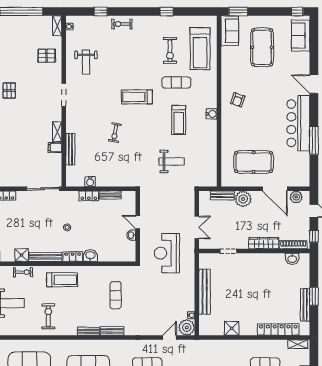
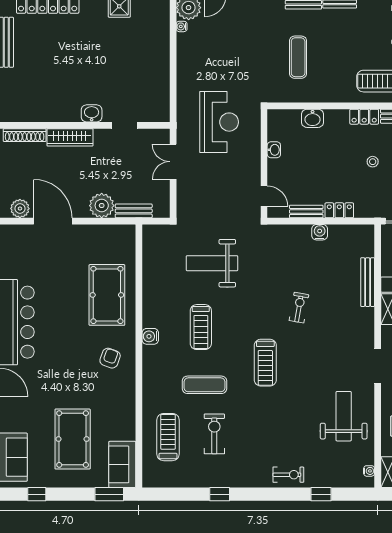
window: (297, 12) -> (37, 494), moved
treadmill: (200, 49) -> (168, 437), width x0.73, depth x0.73
weight bench: (86, 62) -> (344, 416), width x1.36, depth x1.33
treadmill: (137, 97) -> (265, 363), turned 90
treadmill: (179, 120) -> (201, 327), turned 180
weight bench: (171, 161) -> (212, 263), width x1.36, depth x1.33
pool table: (254, 162) -> (107, 295), moved, turned 90
water cooler: (90, 182) -> (320, 232), moved
door: (138, 222) -> (264, 196), moved
washbasin: (90, 256) -> (313, 118), moved
washbasin: (292, 259) -> (92, 113), moved
bench: (205, 292) -> (161, 63), removed

